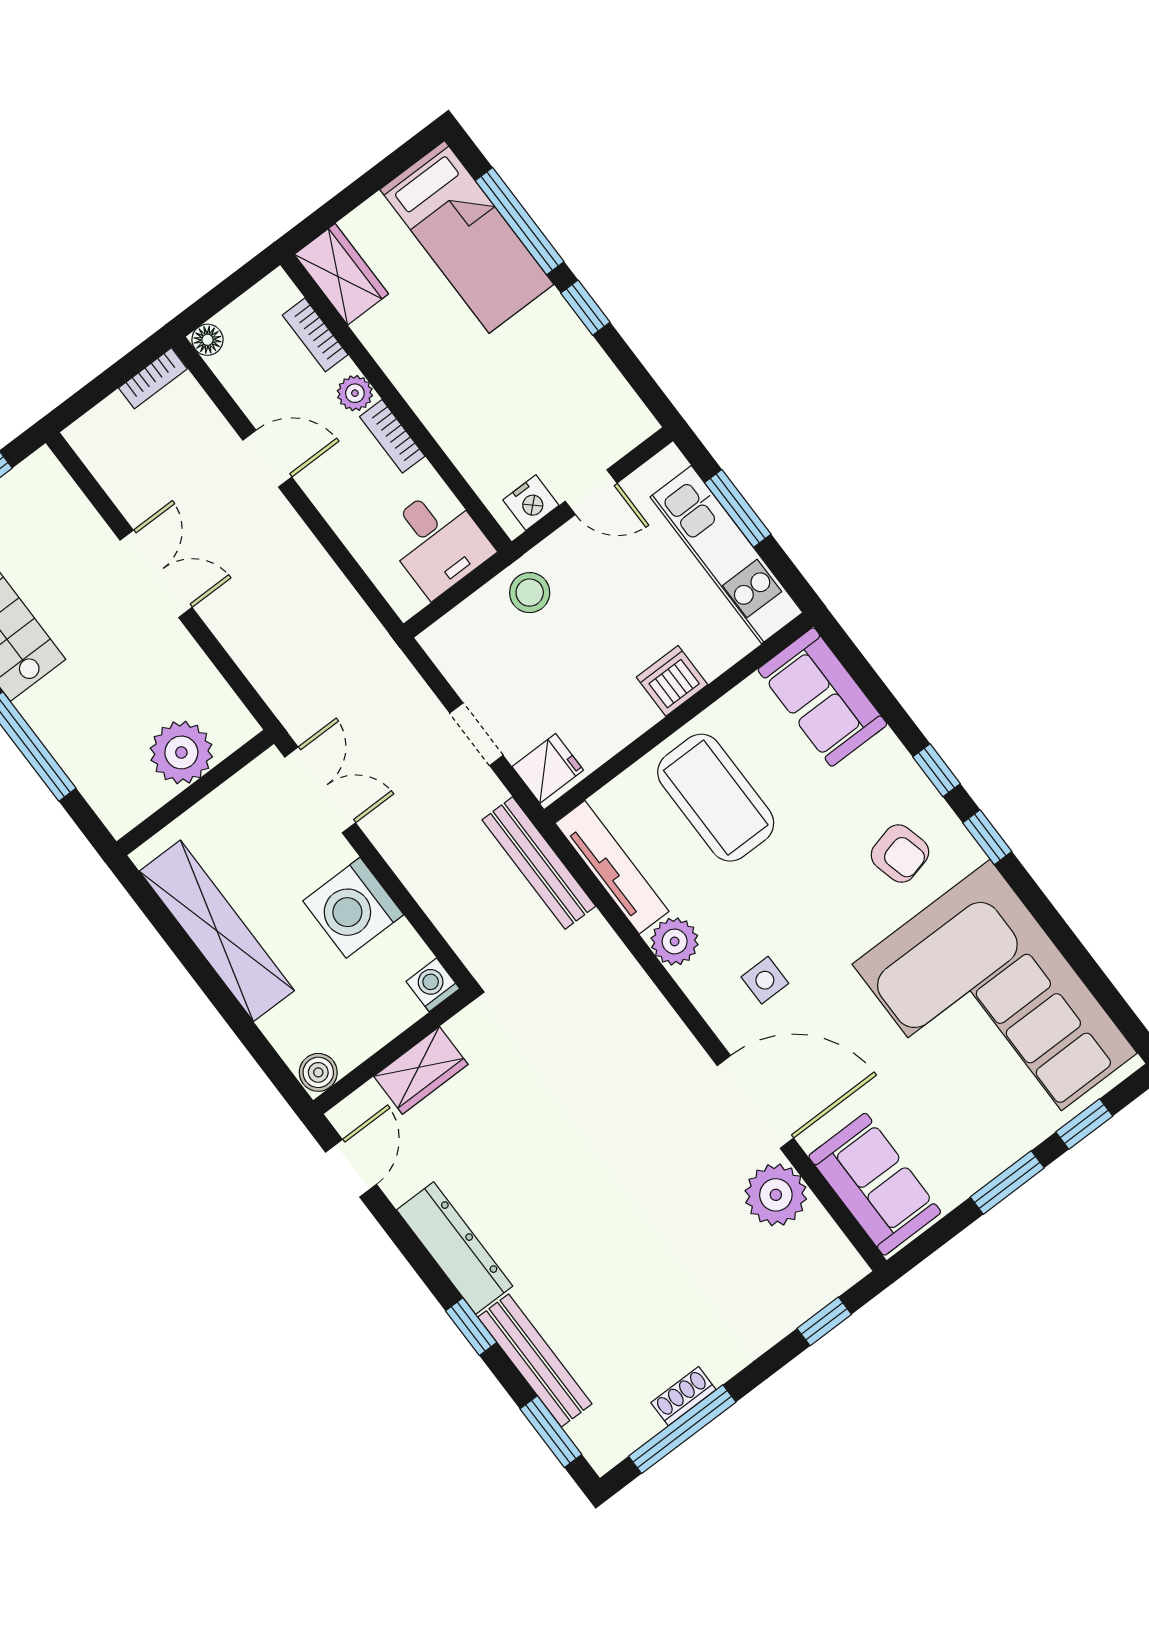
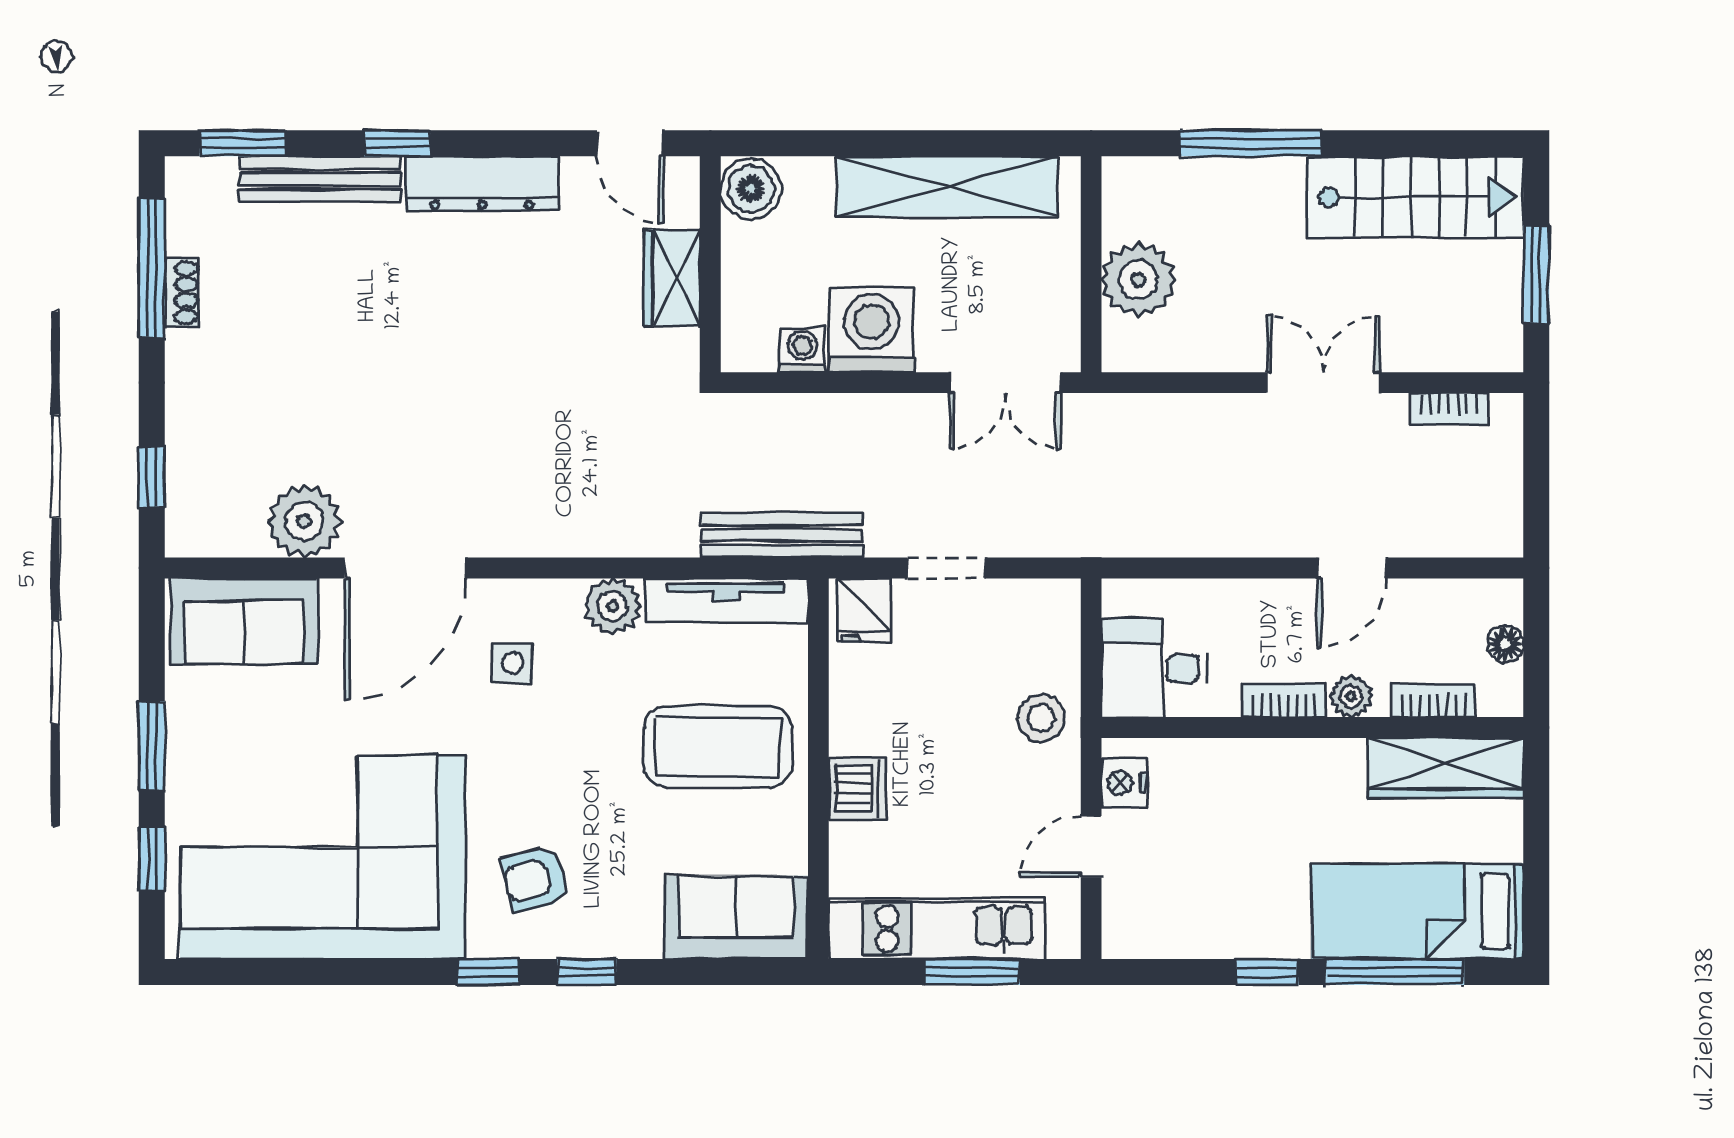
wardrobe: (341, 274) -> (1446, 768), width x1.50
floor lamp: (207, 340) -> (1505, 644), moved
bookcase: (153, 378) -> (1449, 409), moved, turned -90
double door: (156, 574) -> (1323, 383), swing flipped
washing machine: (433, 985) -> (803, 350), moved, turned -90
boiler: (318, 1072) -> (751, 189), width x1.36, depth x1.36

